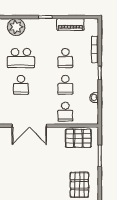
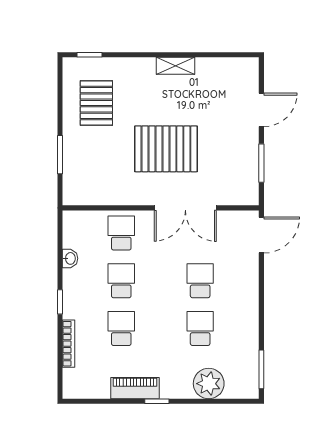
piano: (70, 25) -> (135, 388), moved
school desk: (21, 58) -> (200, 328), width x0.54
double door: (29, 126) -> (185, 208), swing flipped
pallet: (78, 138) -> (166, 149), moved, width x1.37, depth x1.41

